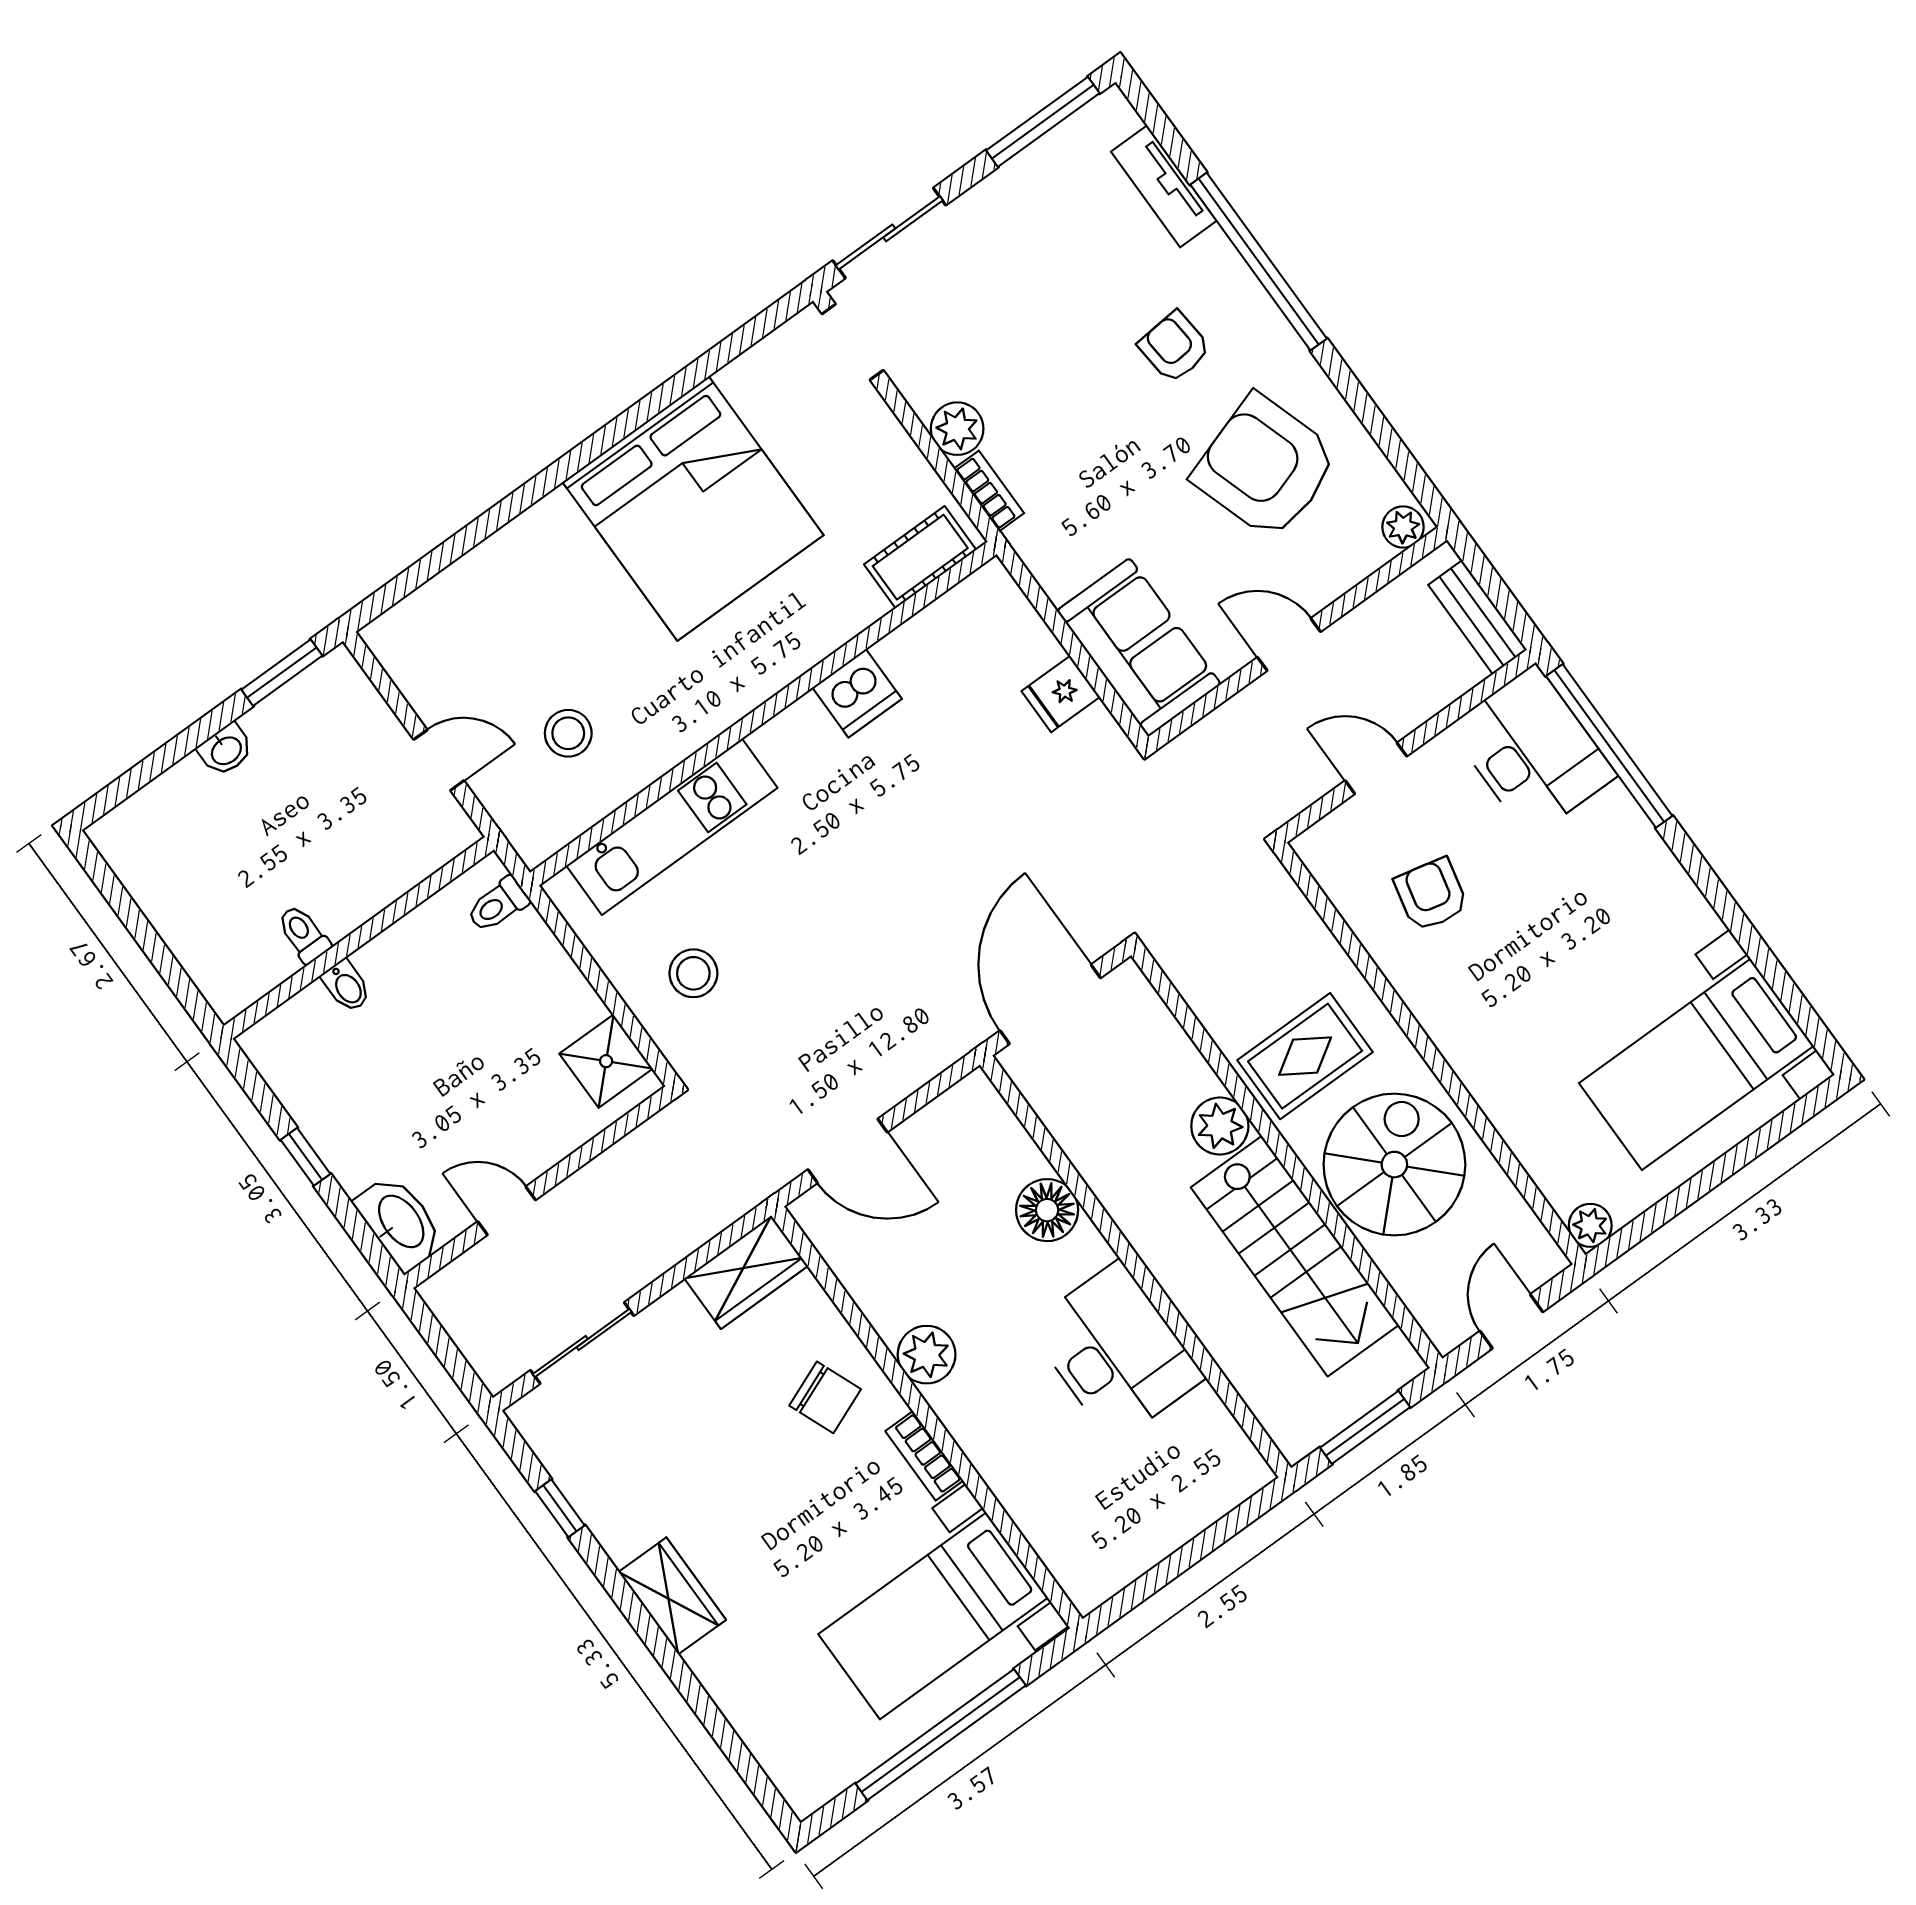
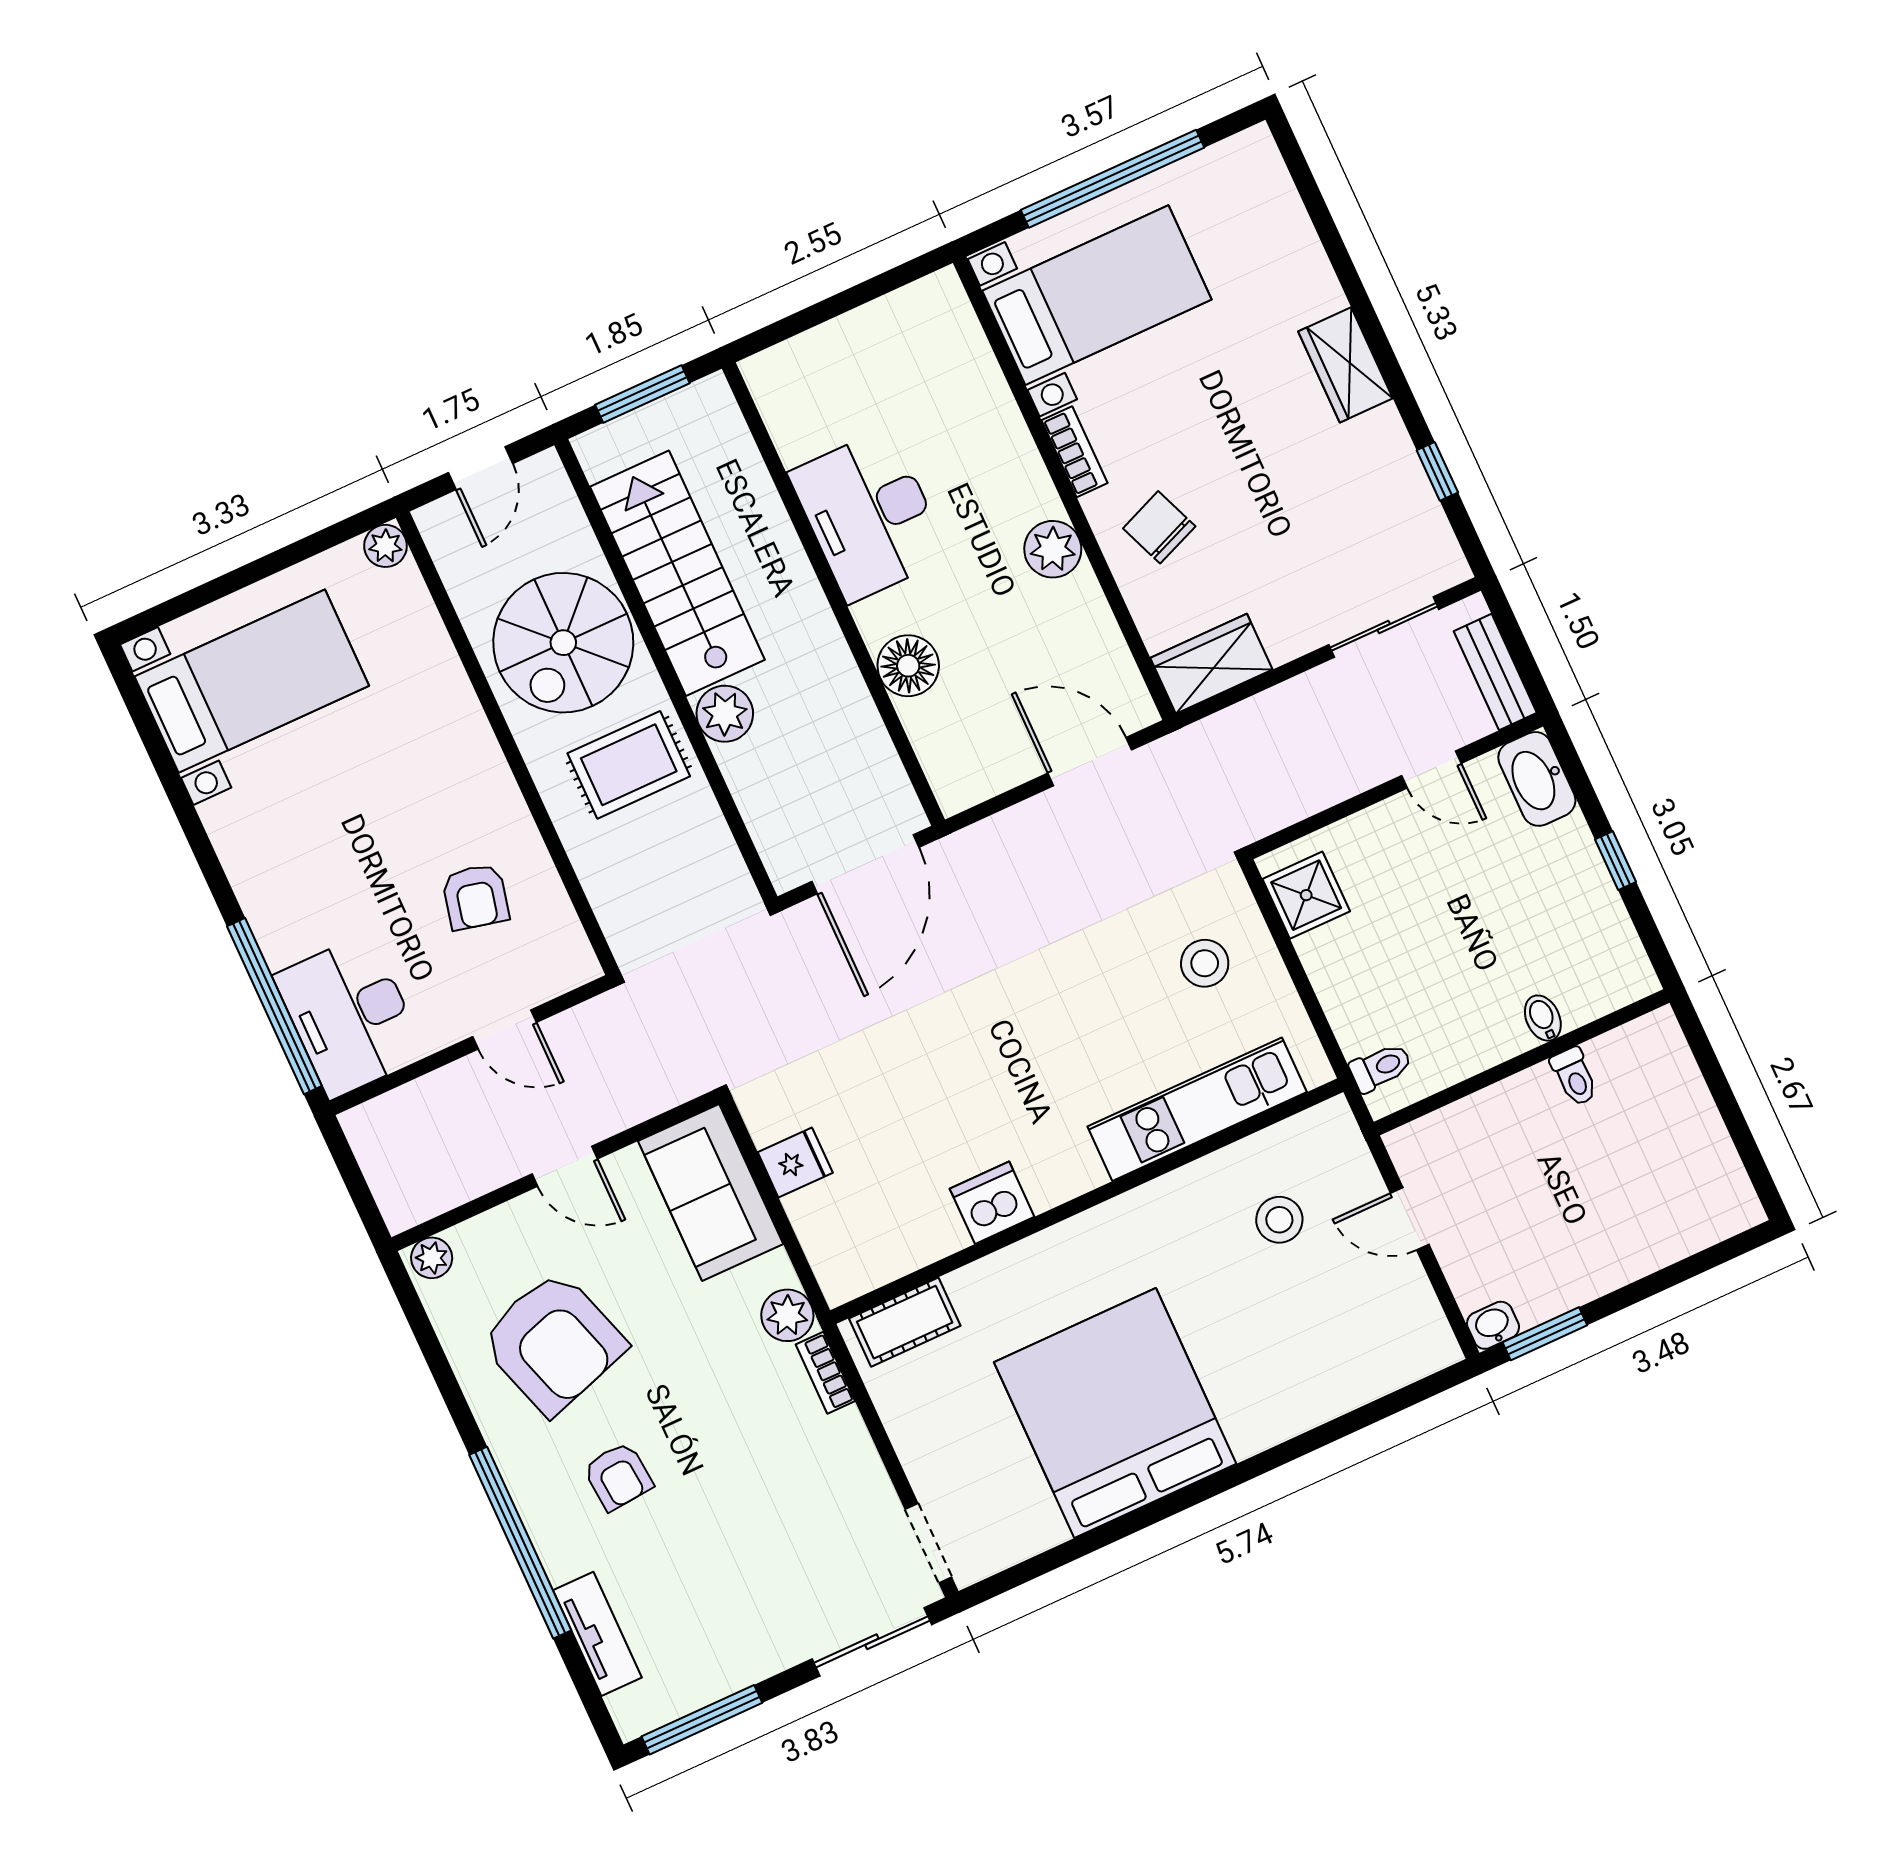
plant: (957, 429) -> (787, 1315), moved
bench: (1478, 617) -> (1495, 672), moved
washbasin: (226, 750) -> (1493, 1325), moved

